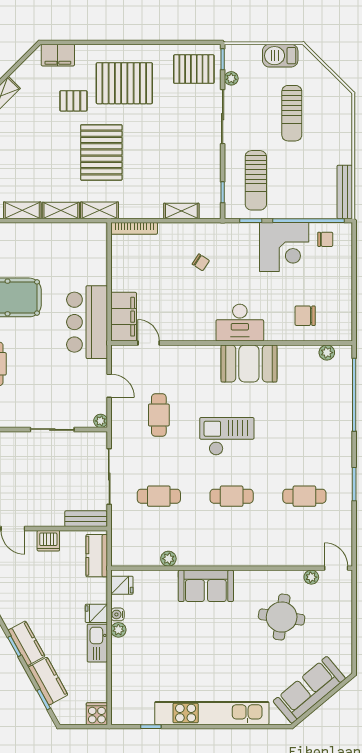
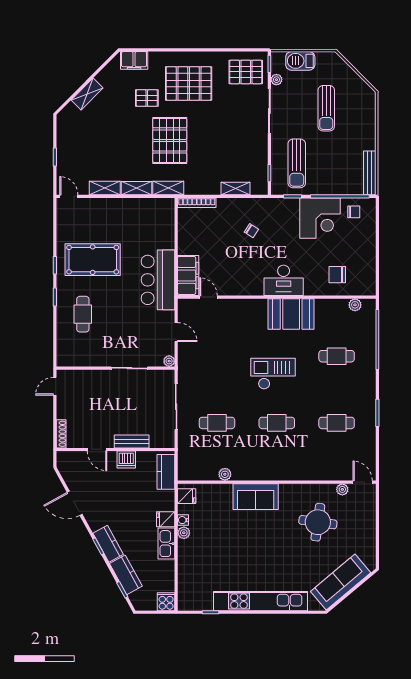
barbecue: (280, 56) -> (300, 61), moved
cafe table: (159, 415) -> (337, 356), moved, turned 90
bench: (86, 519) -> (132, 441), moved

